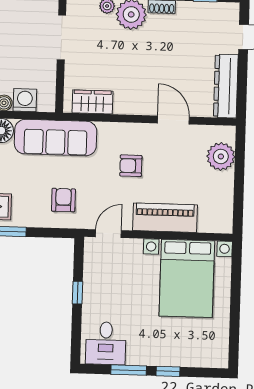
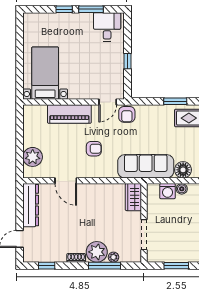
wardrobe: (92, 102) -> (133, 197), moved, turned 90
armchair: (63, 200) -> (127, 114), moved
bed with nightstands: (187, 278) -> (45, 73), width x0.73

